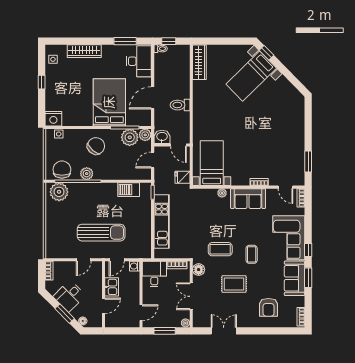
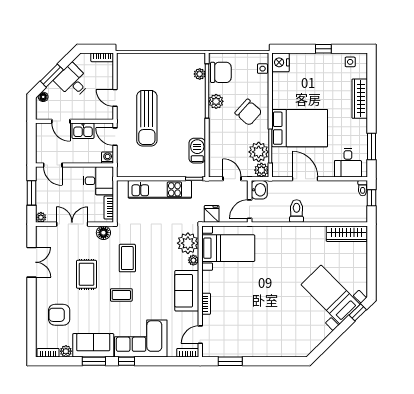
desk: (139, 61) -> (348, 163), width x0.73
plant: (59, 192) -> (200, 74), width x0.53, depth x0.53
plant: (208, 198) -> (188, 243), added
plant: (300, 302) -> (66, 351), added

